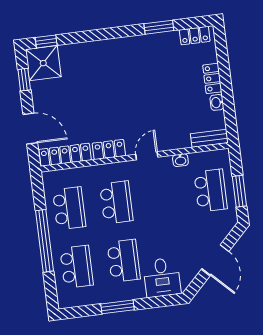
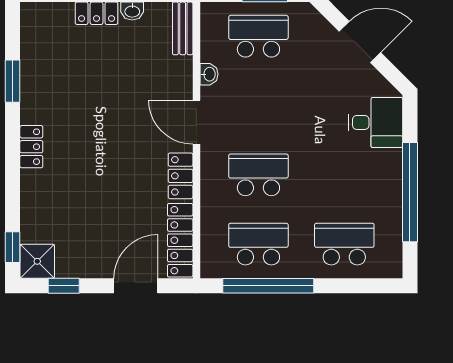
locker: (195, 36) -> (31, 147), moved
shower: (43, 63) -> (37, 261), width x0.73, depth x0.73
door: (147, 156) -> (196, 122), width x1.38
window: (45, 241) -> (268, 286), moved
school desk: (124, 261) -> (344, 175), removed
window: (118, 307) -> (410, 192), width x2.11

